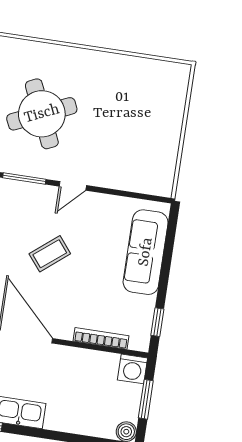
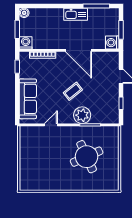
door: (73, 186) -> (51, 125), moved
plant: (38, 201) -> (82, 115), added

